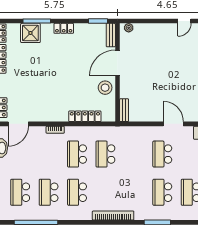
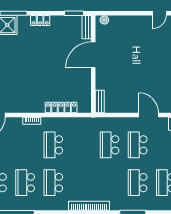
stool: (105, 88) -> (81, 79), removed
school desk: (105, 154) -> (110, 145), moved

